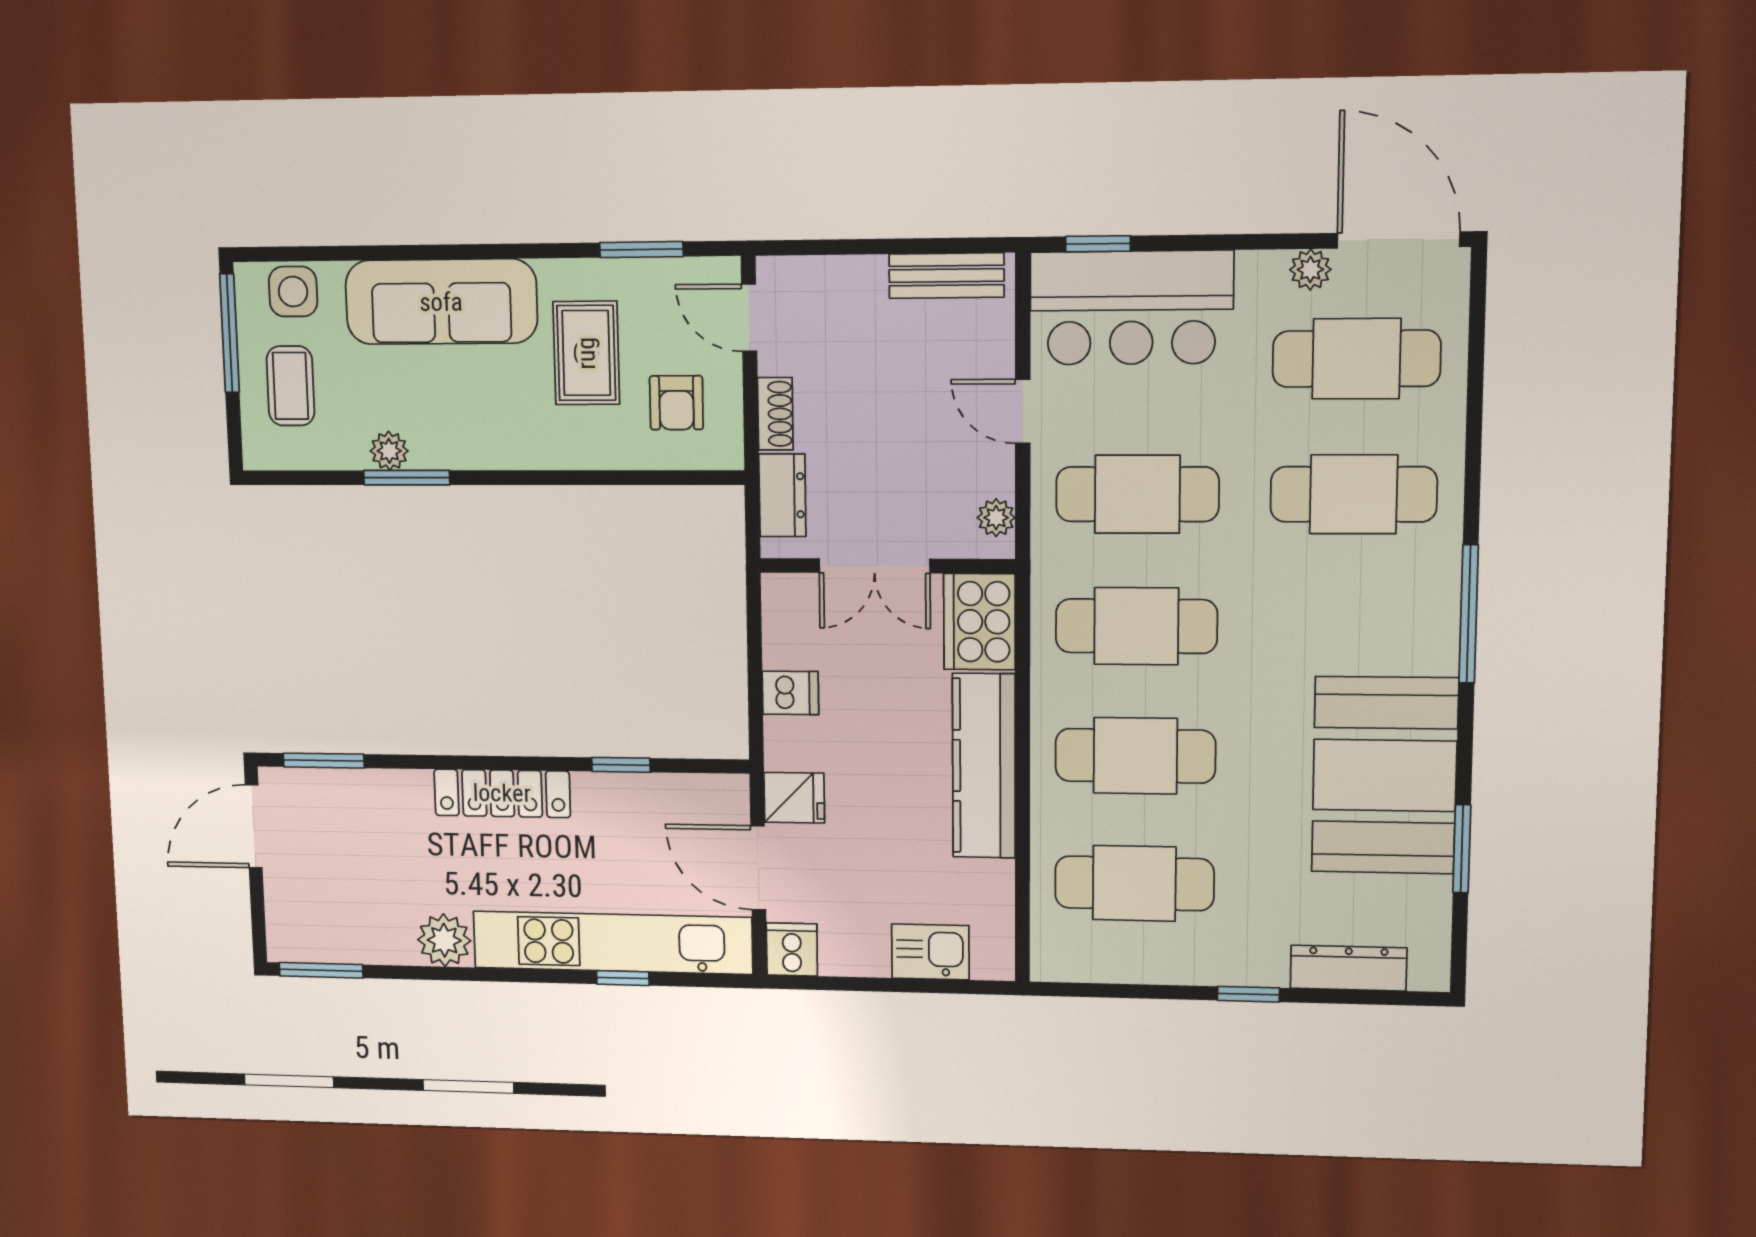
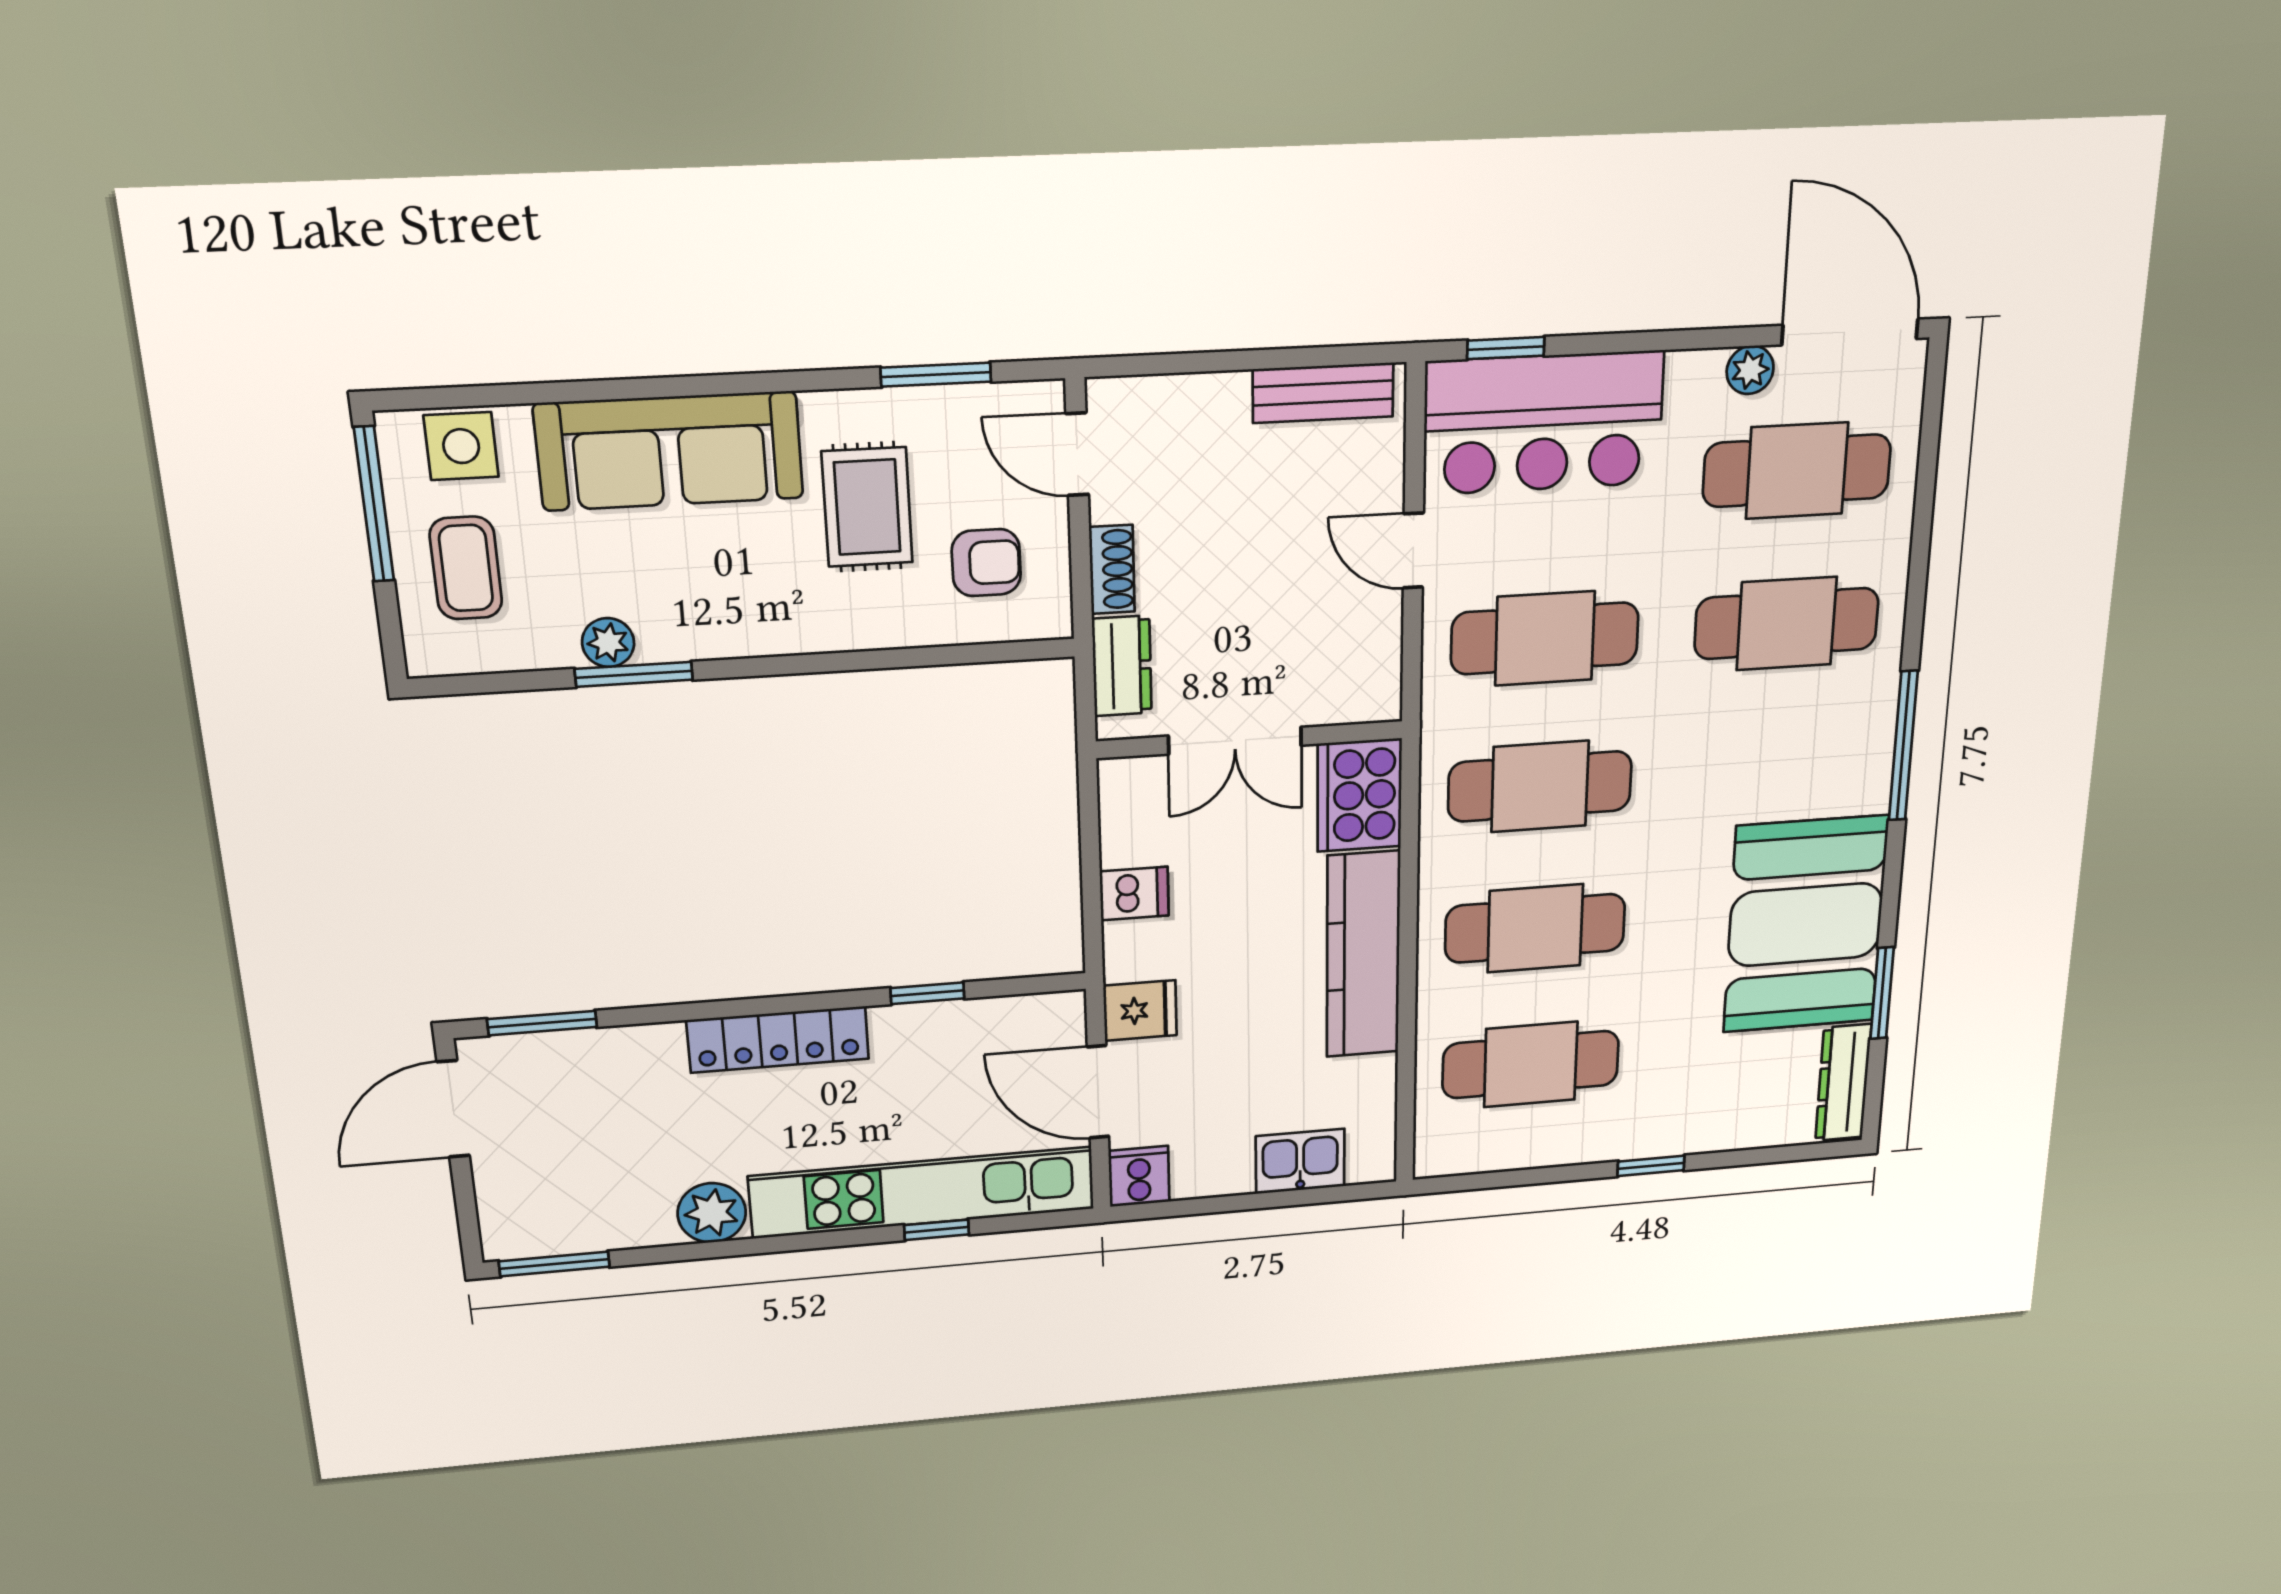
armchair: (676, 403) -> (986, 563), turned -90
plant: (996, 518) -> (1380, 676), removed
dresser: (1348, 968) -> (1843, 1083), moved, turned -90

